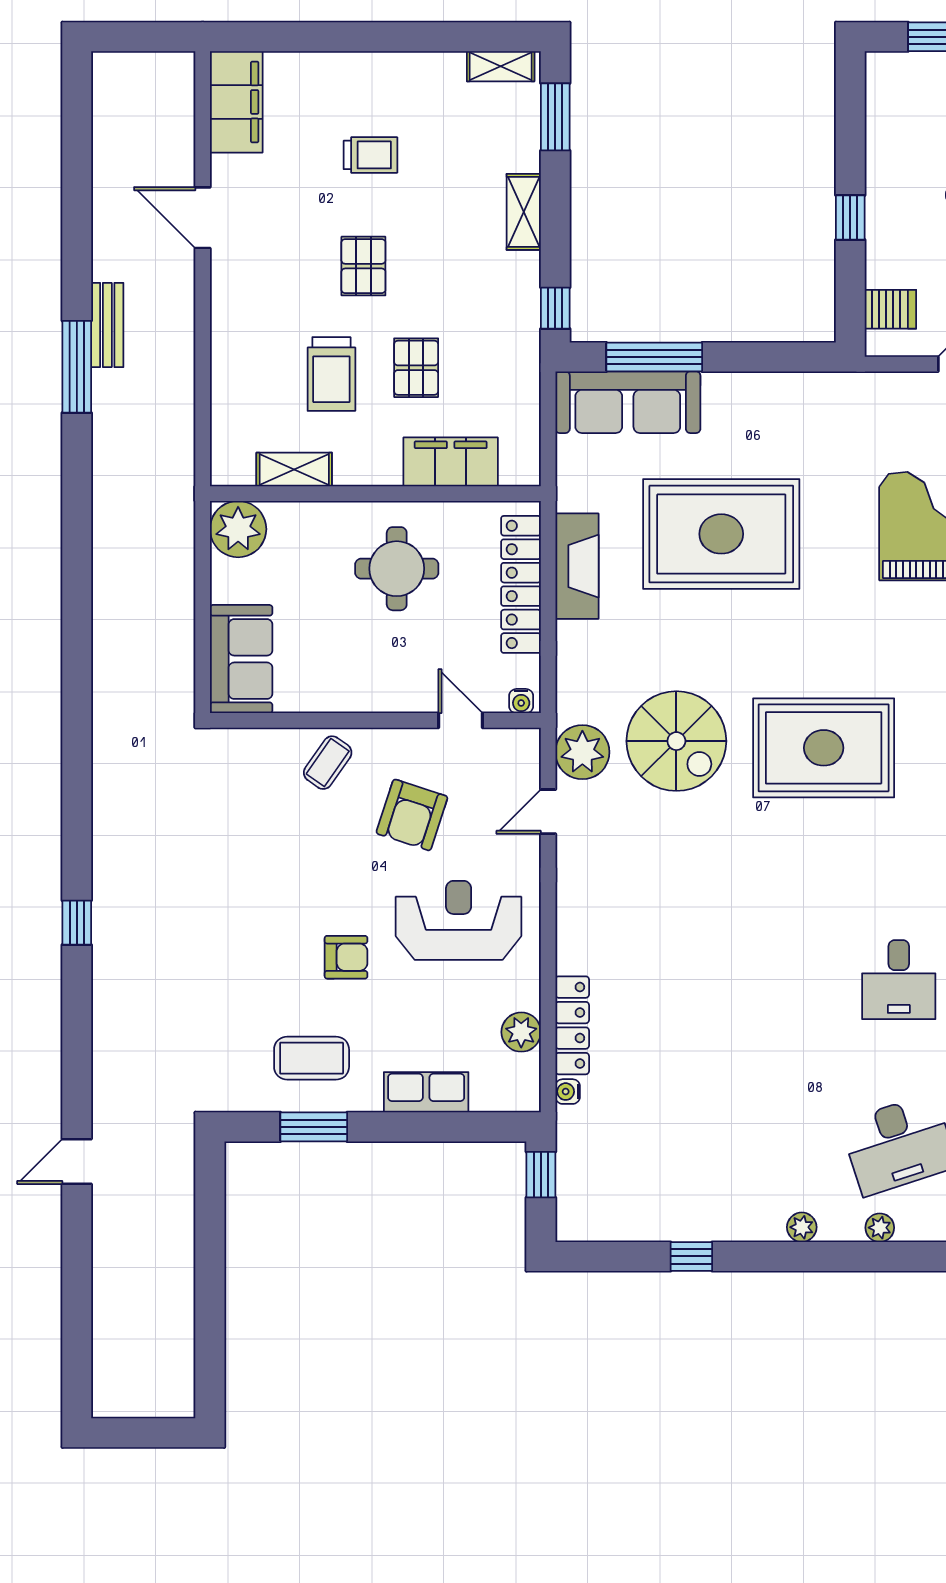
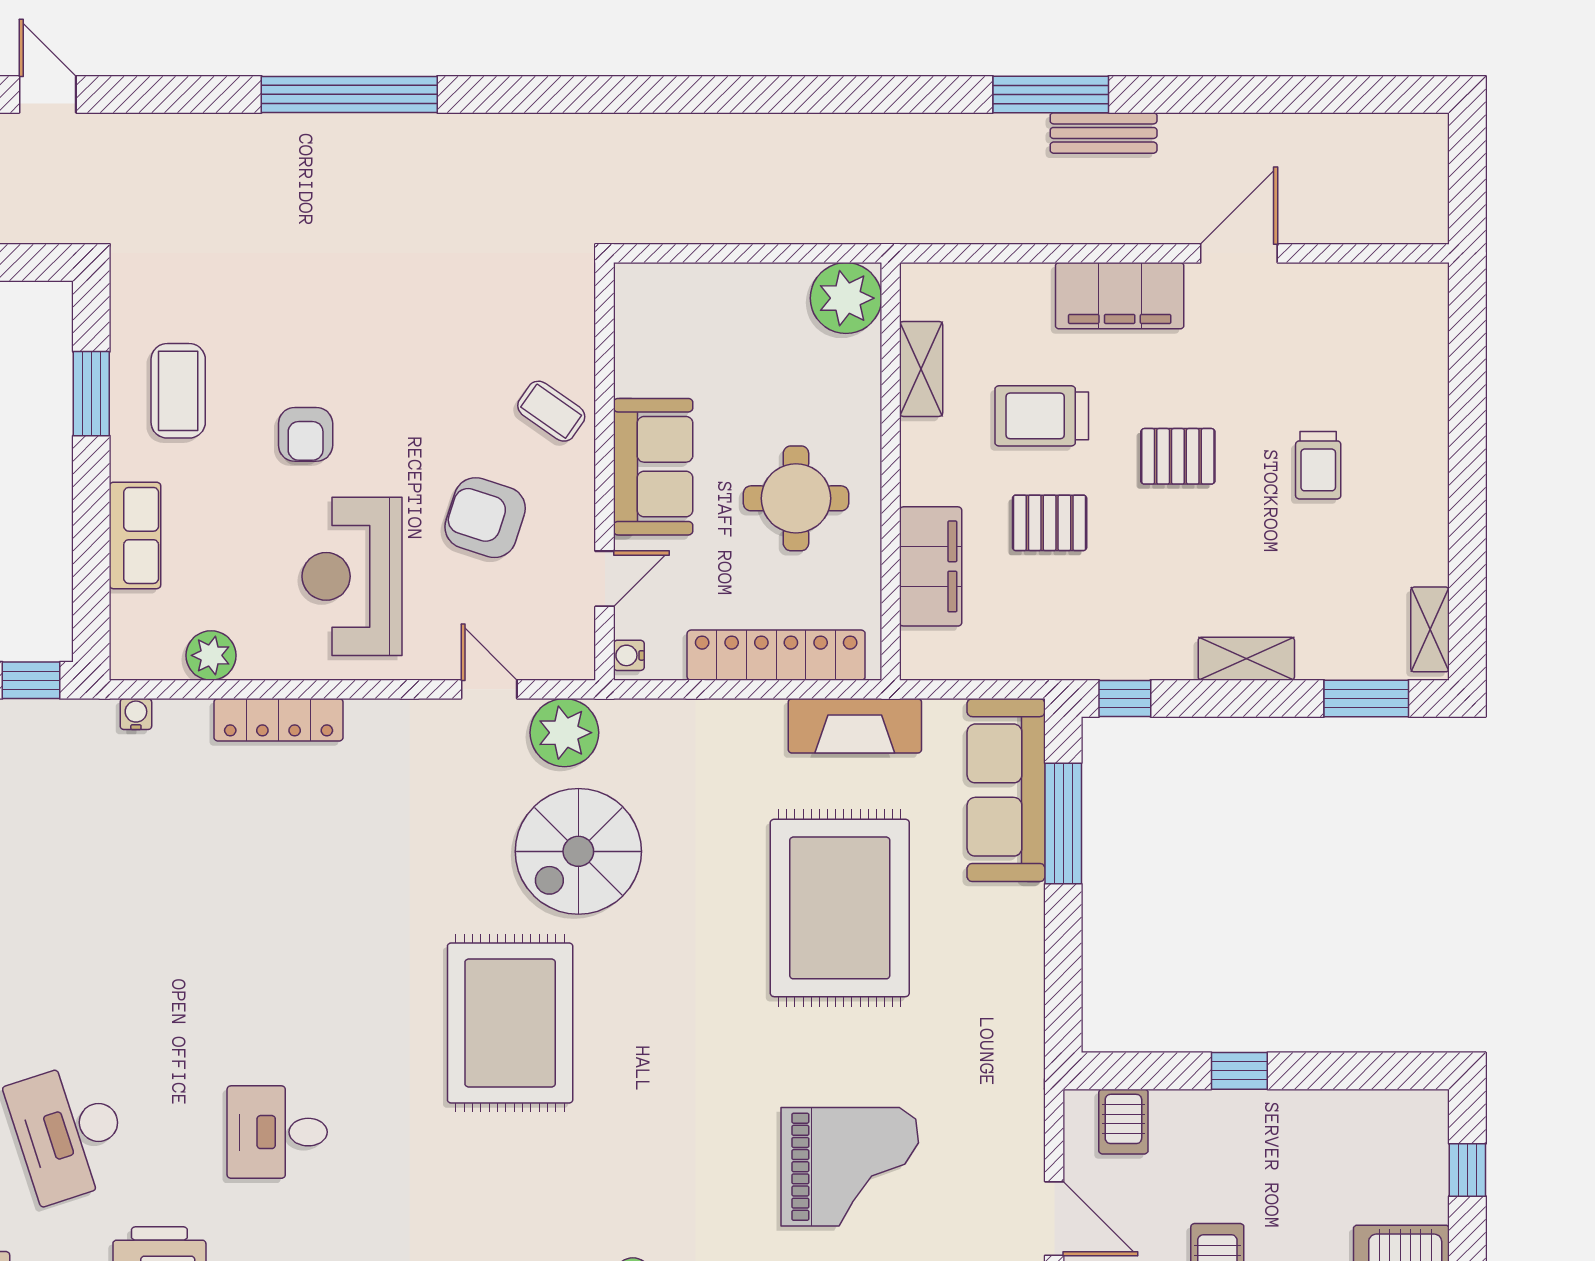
filing cabinet: (236, 102) -> (1120, 296), moved
fireplace: (577, 566) -> (855, 726), moved
sofa: (241, 659) -> (653, 467), moved, turned -90
rug: (824, 748) -> (510, 1023), moved
reception desk: (459, 920) -> (352, 576), turned 180
window: (77, 923) -> (349, 94), width x3.17
locker: (572, 1025) -> (279, 720), moved

